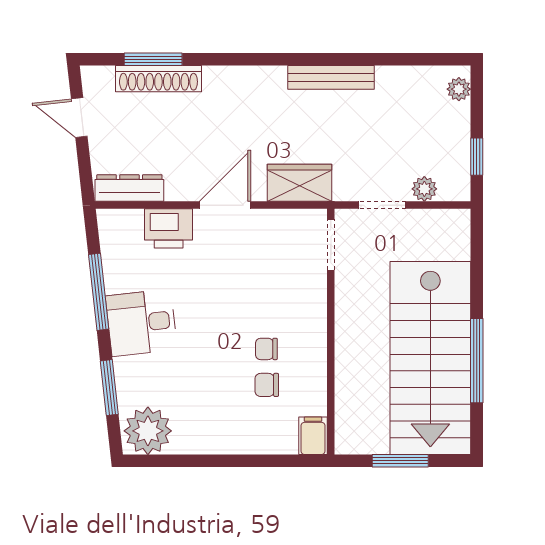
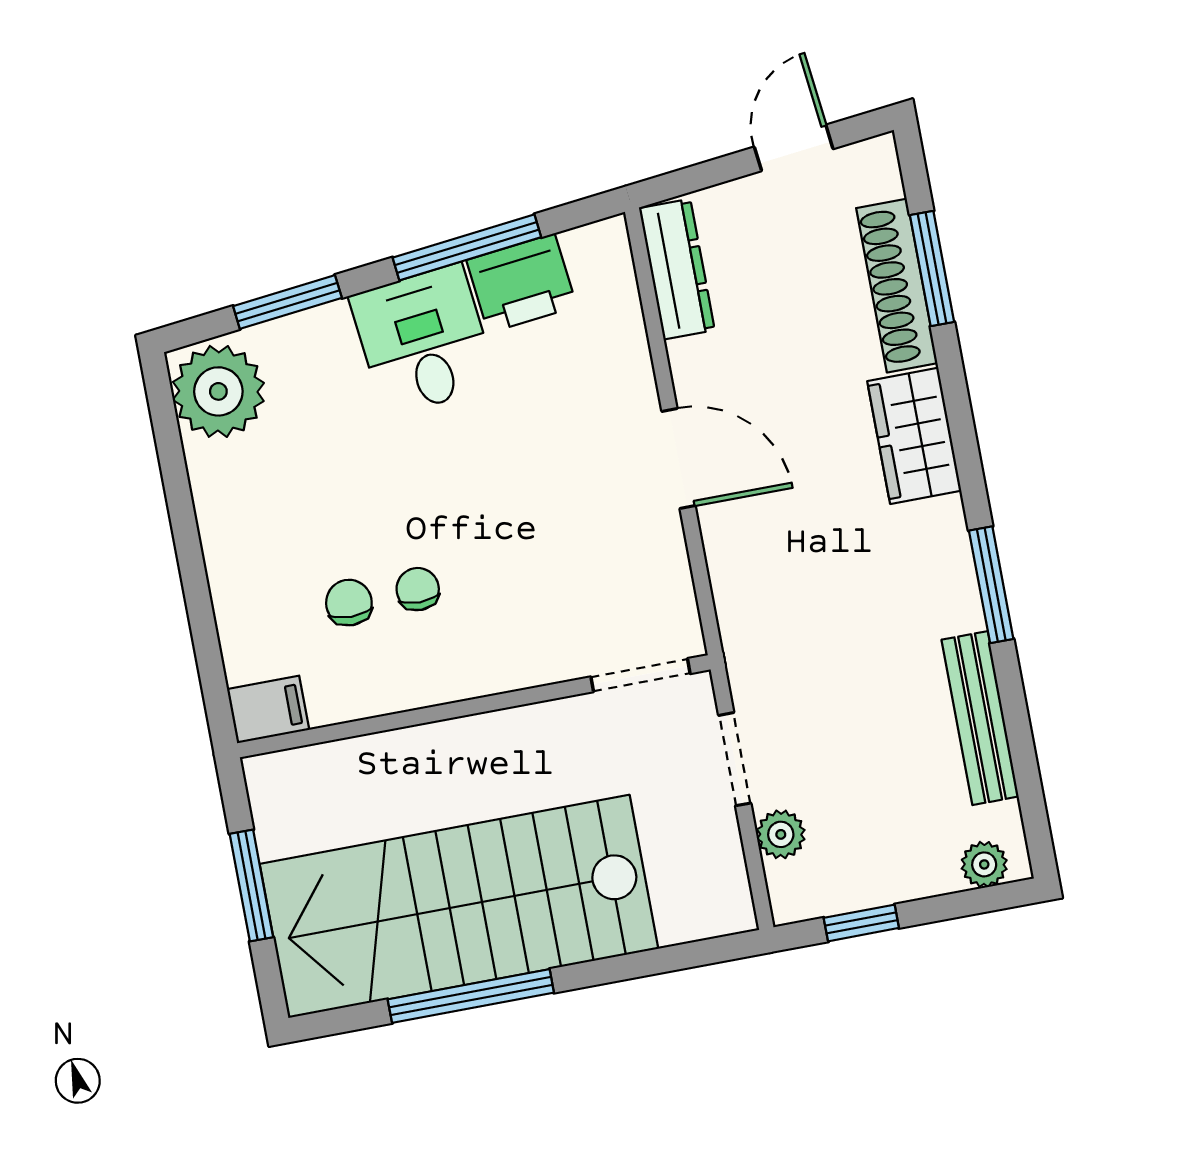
window: (318, 59) -> (991, 585), added
bench: (331, 77) -> (980, 718), moved
wardrobe: (299, 183) -> (914, 436), moved, turned 180
printer: (169, 228) -> (522, 283), moved, turned -96

